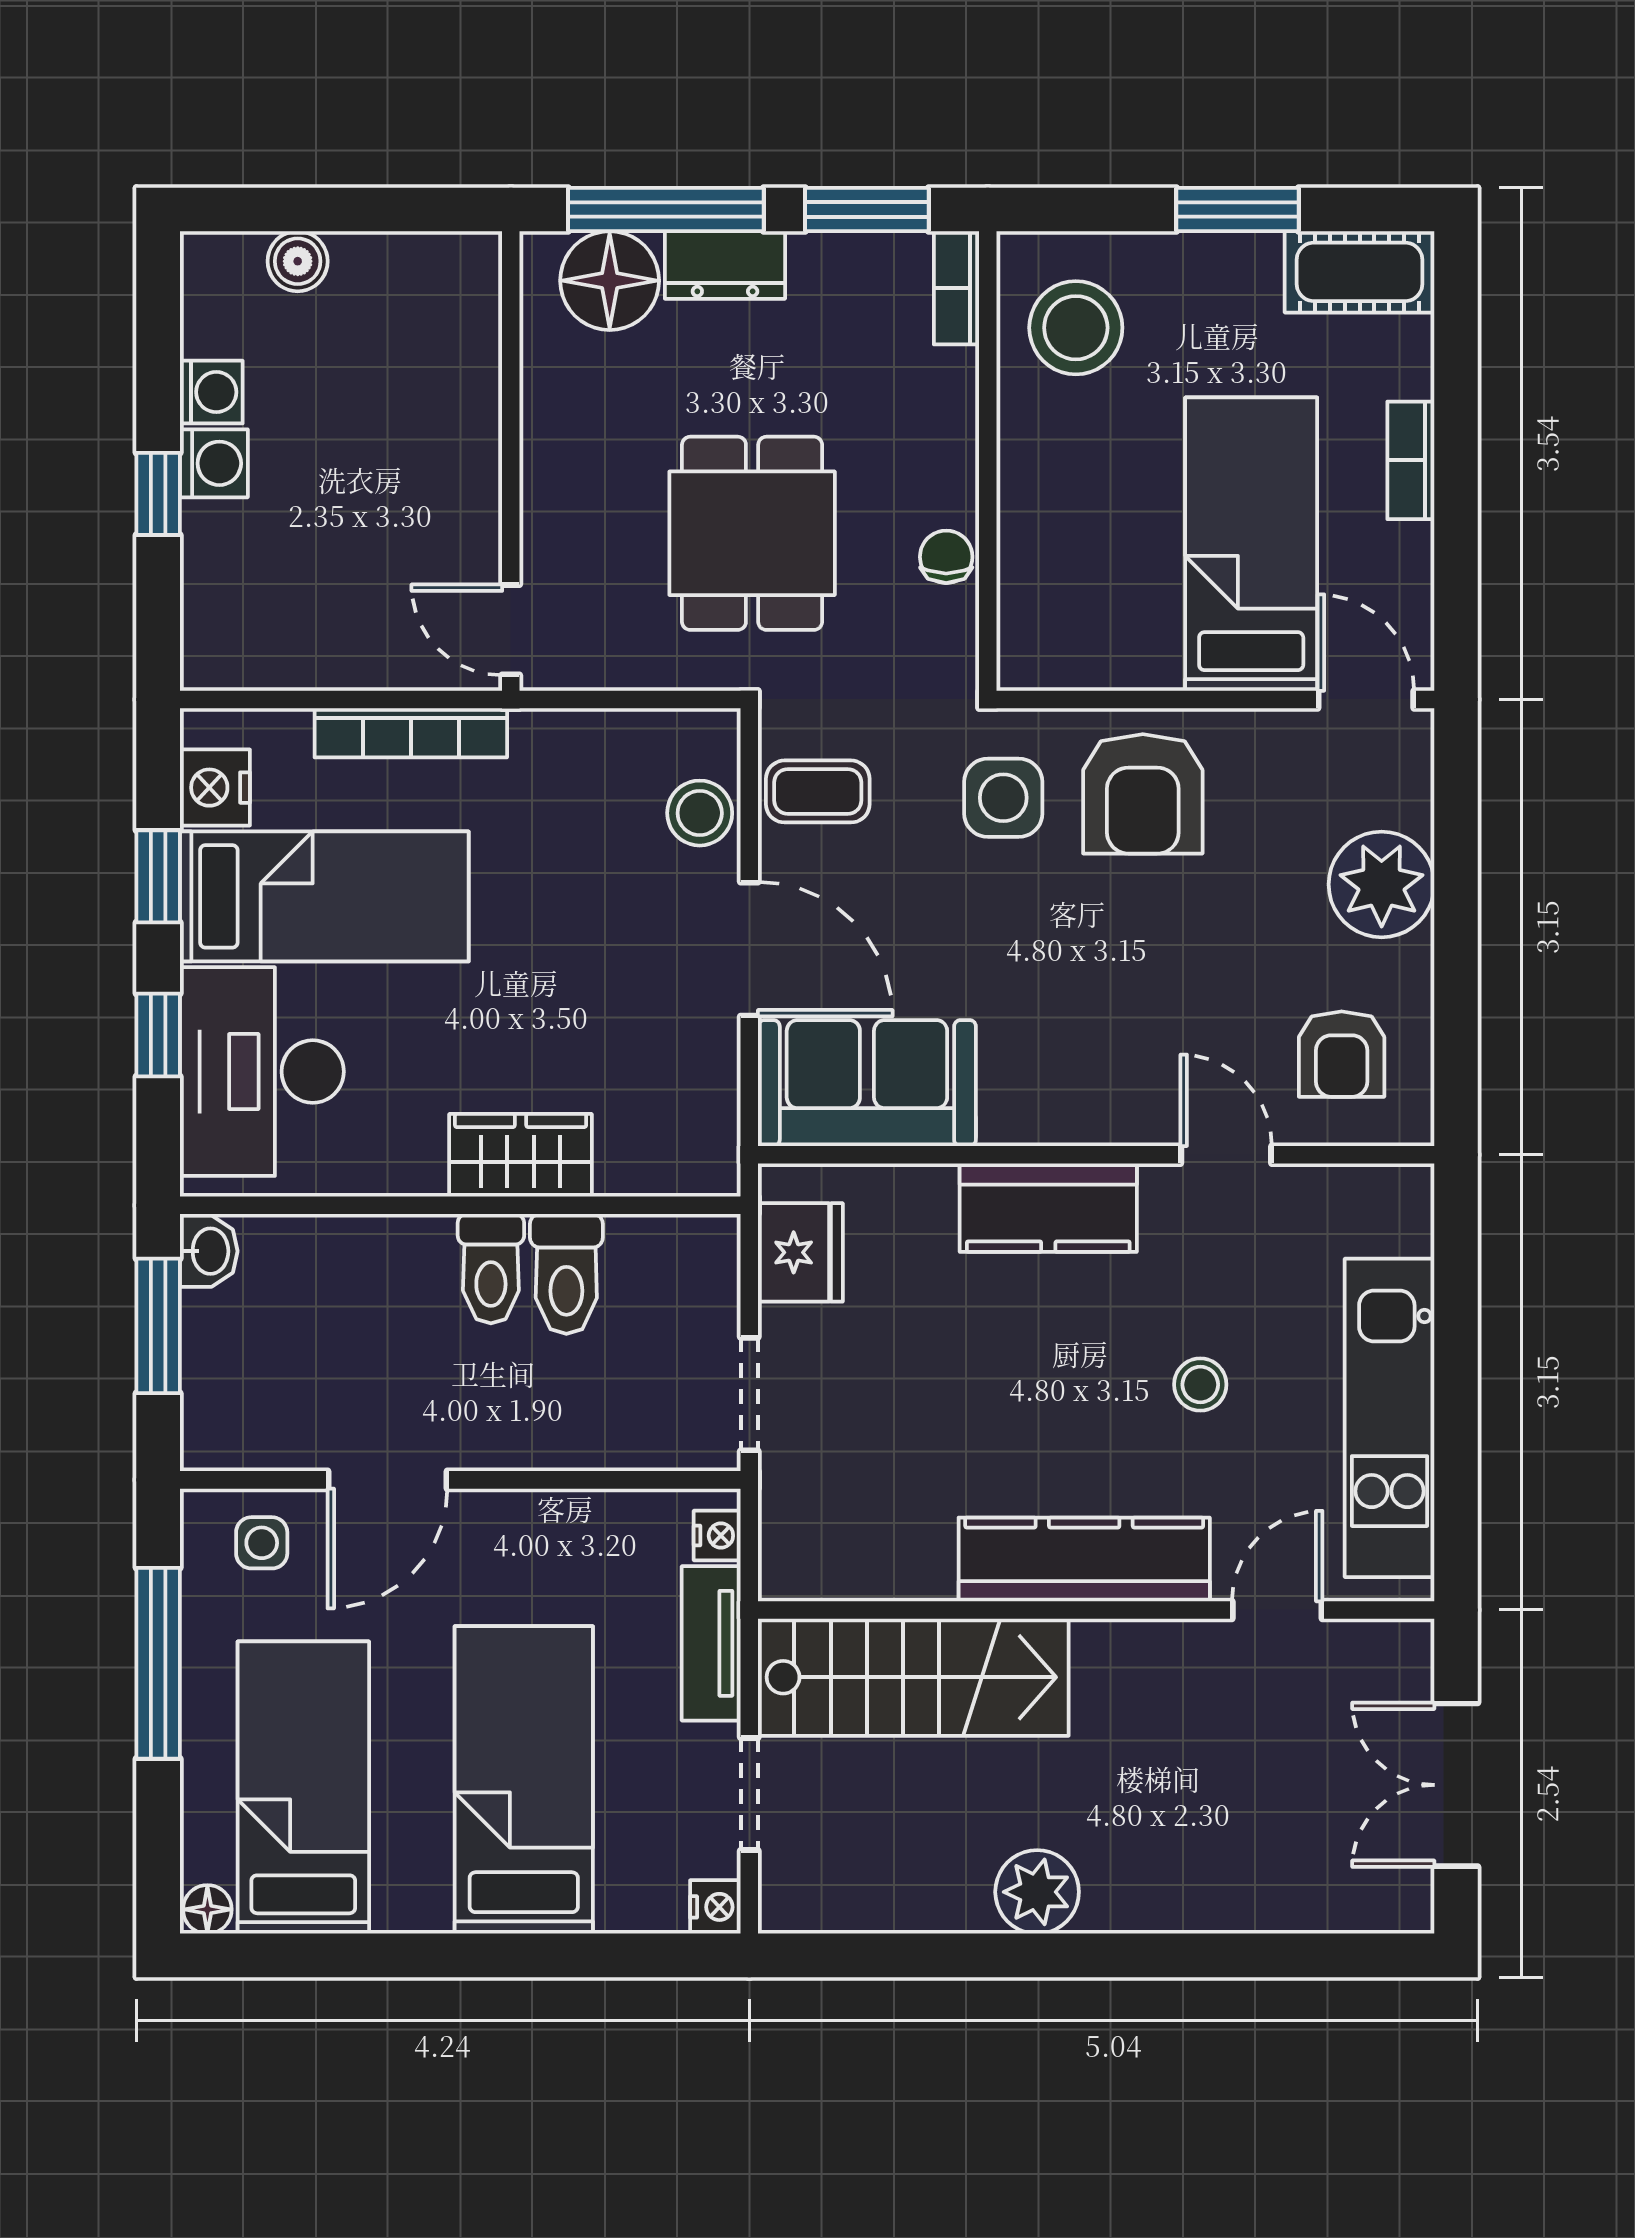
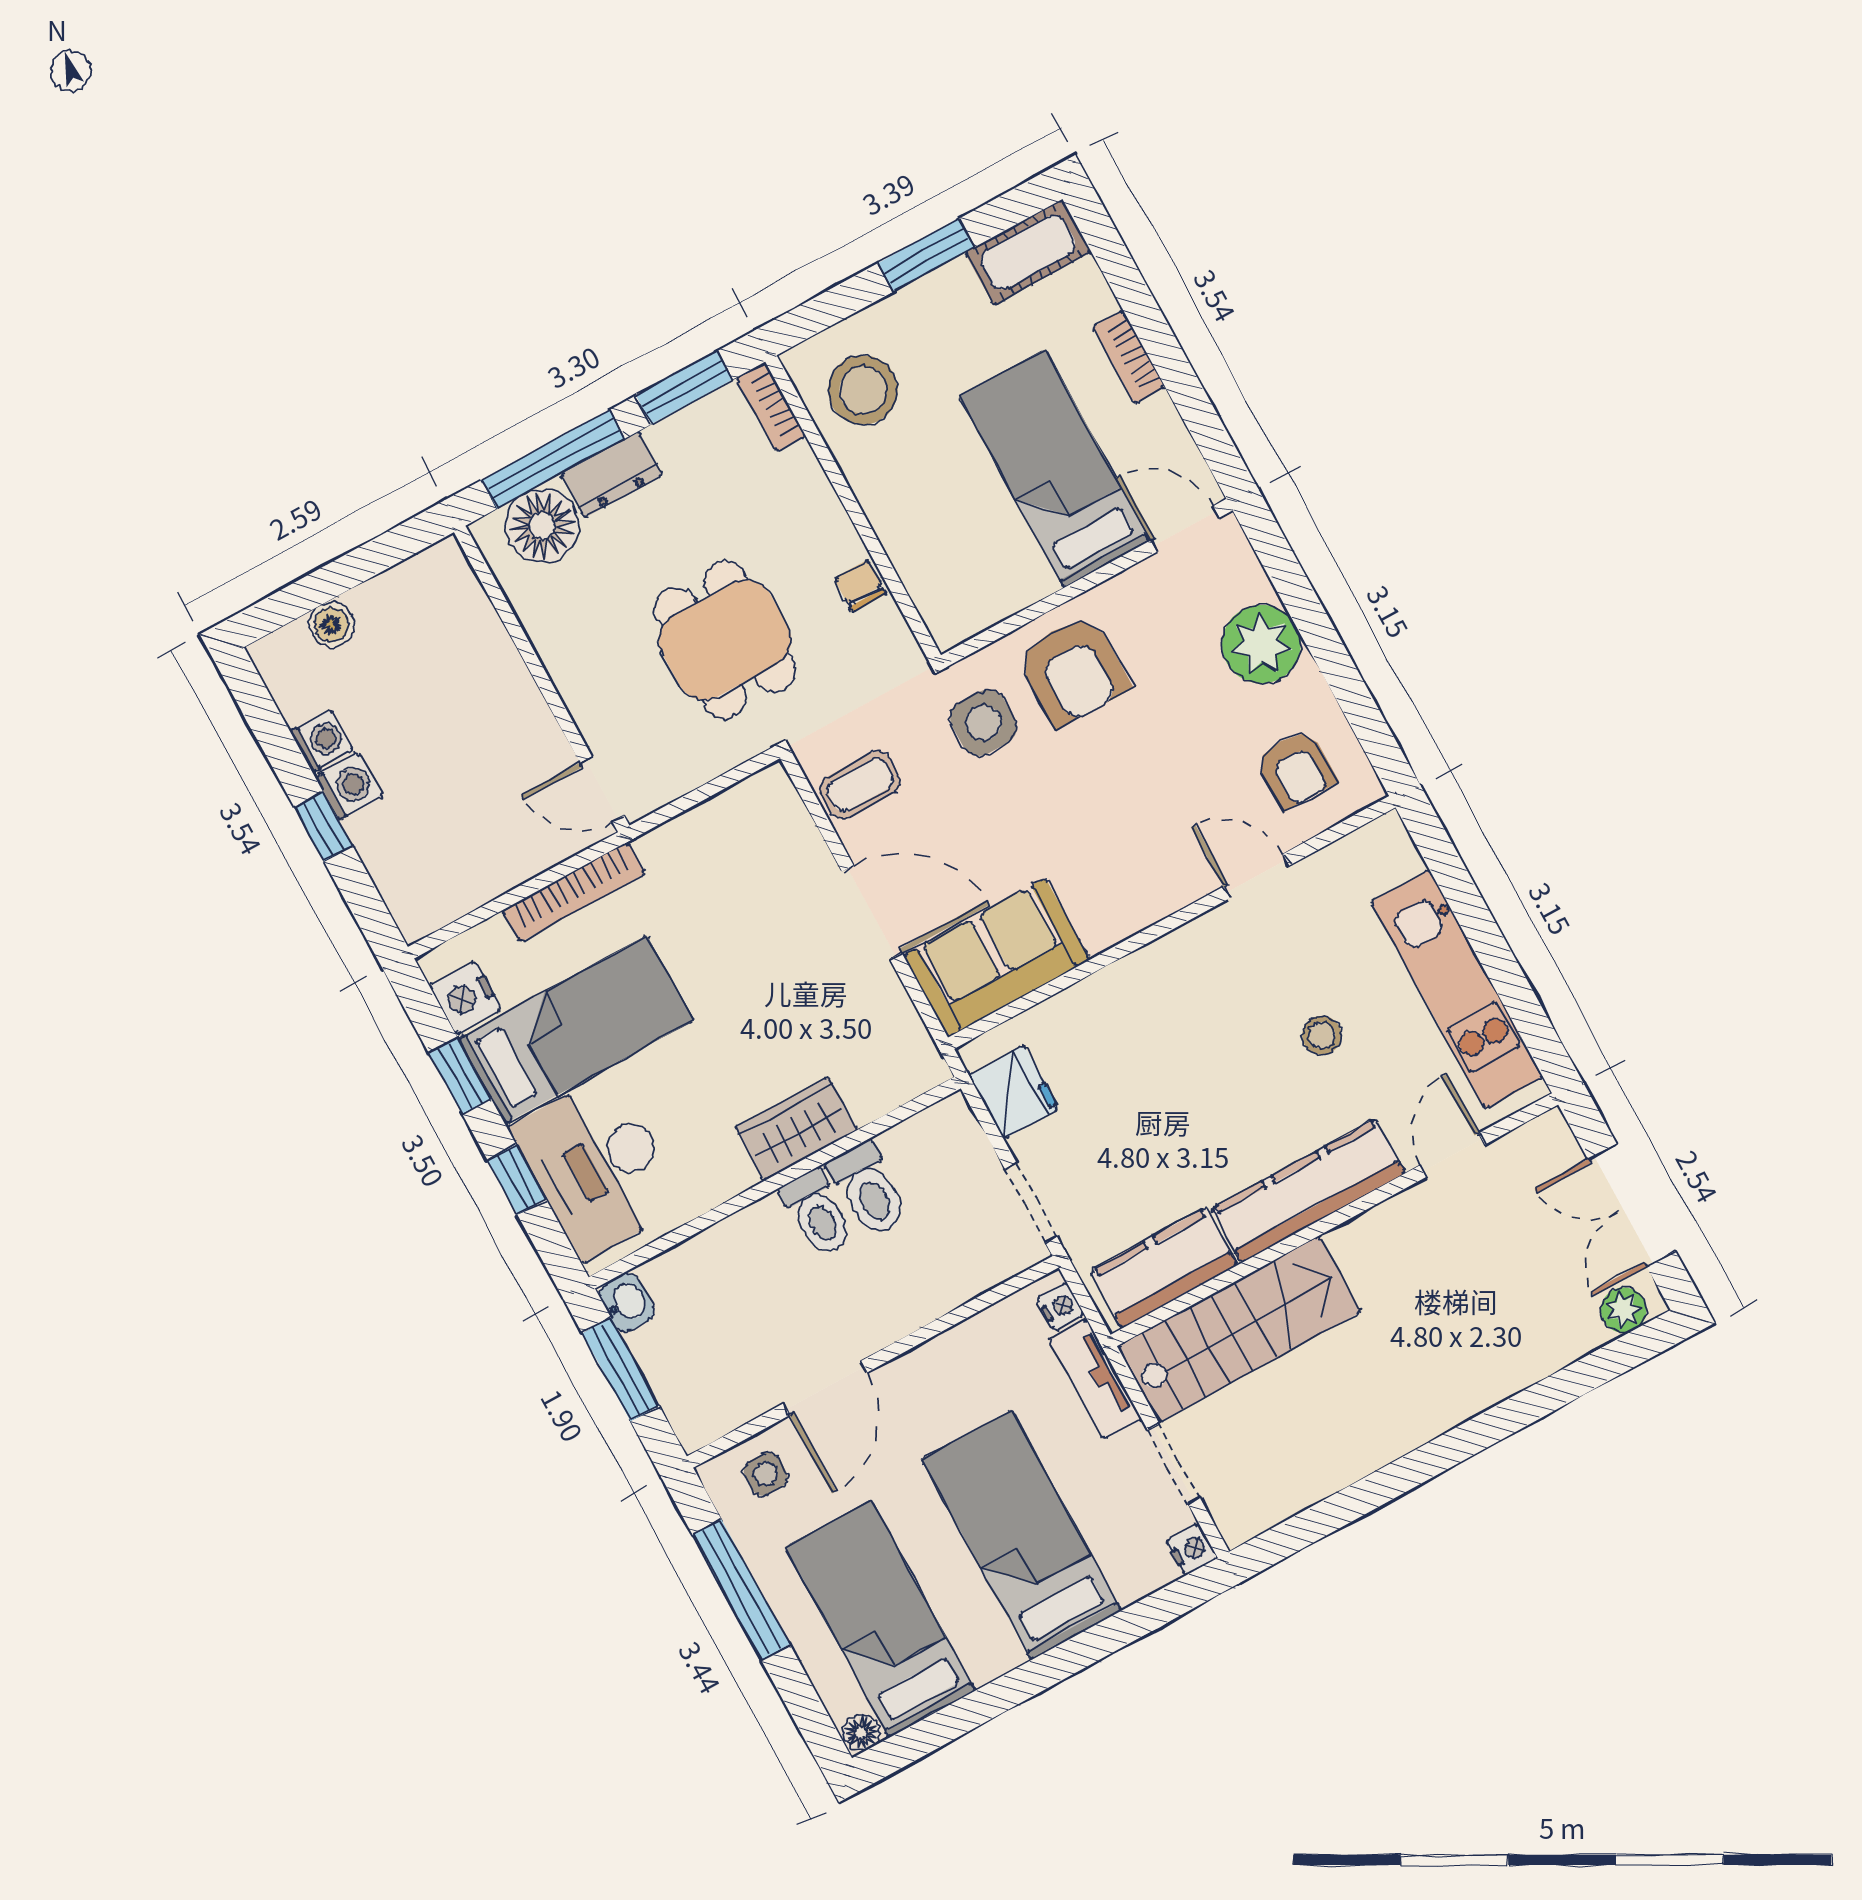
stool: (700, 813) -> (791, 841), removed
kitchen counter: (1048, 1208) -> (1164, 1268), moved, turned 180
plant: (1037, 1892) -> (1624, 1310), moved, width x0.73, depth x0.73

